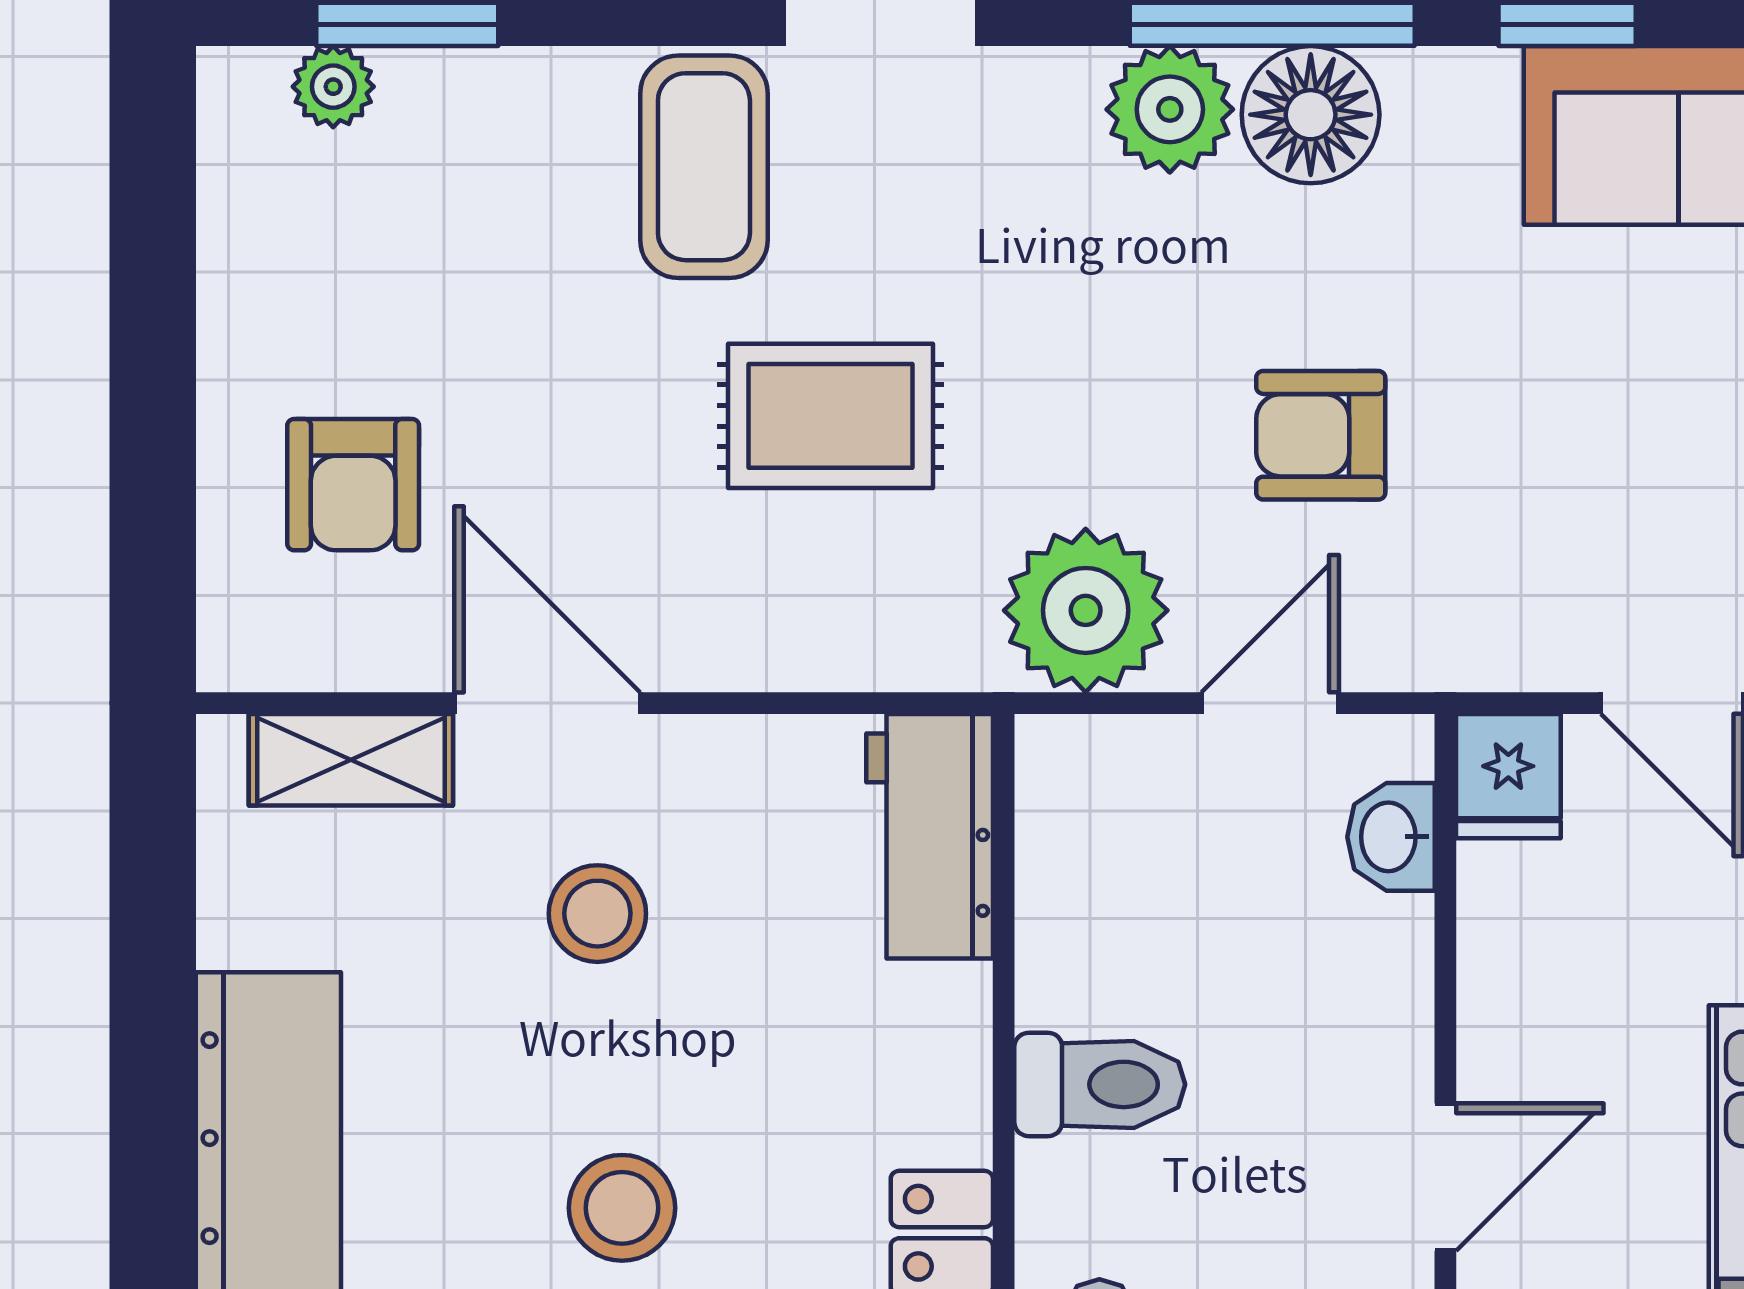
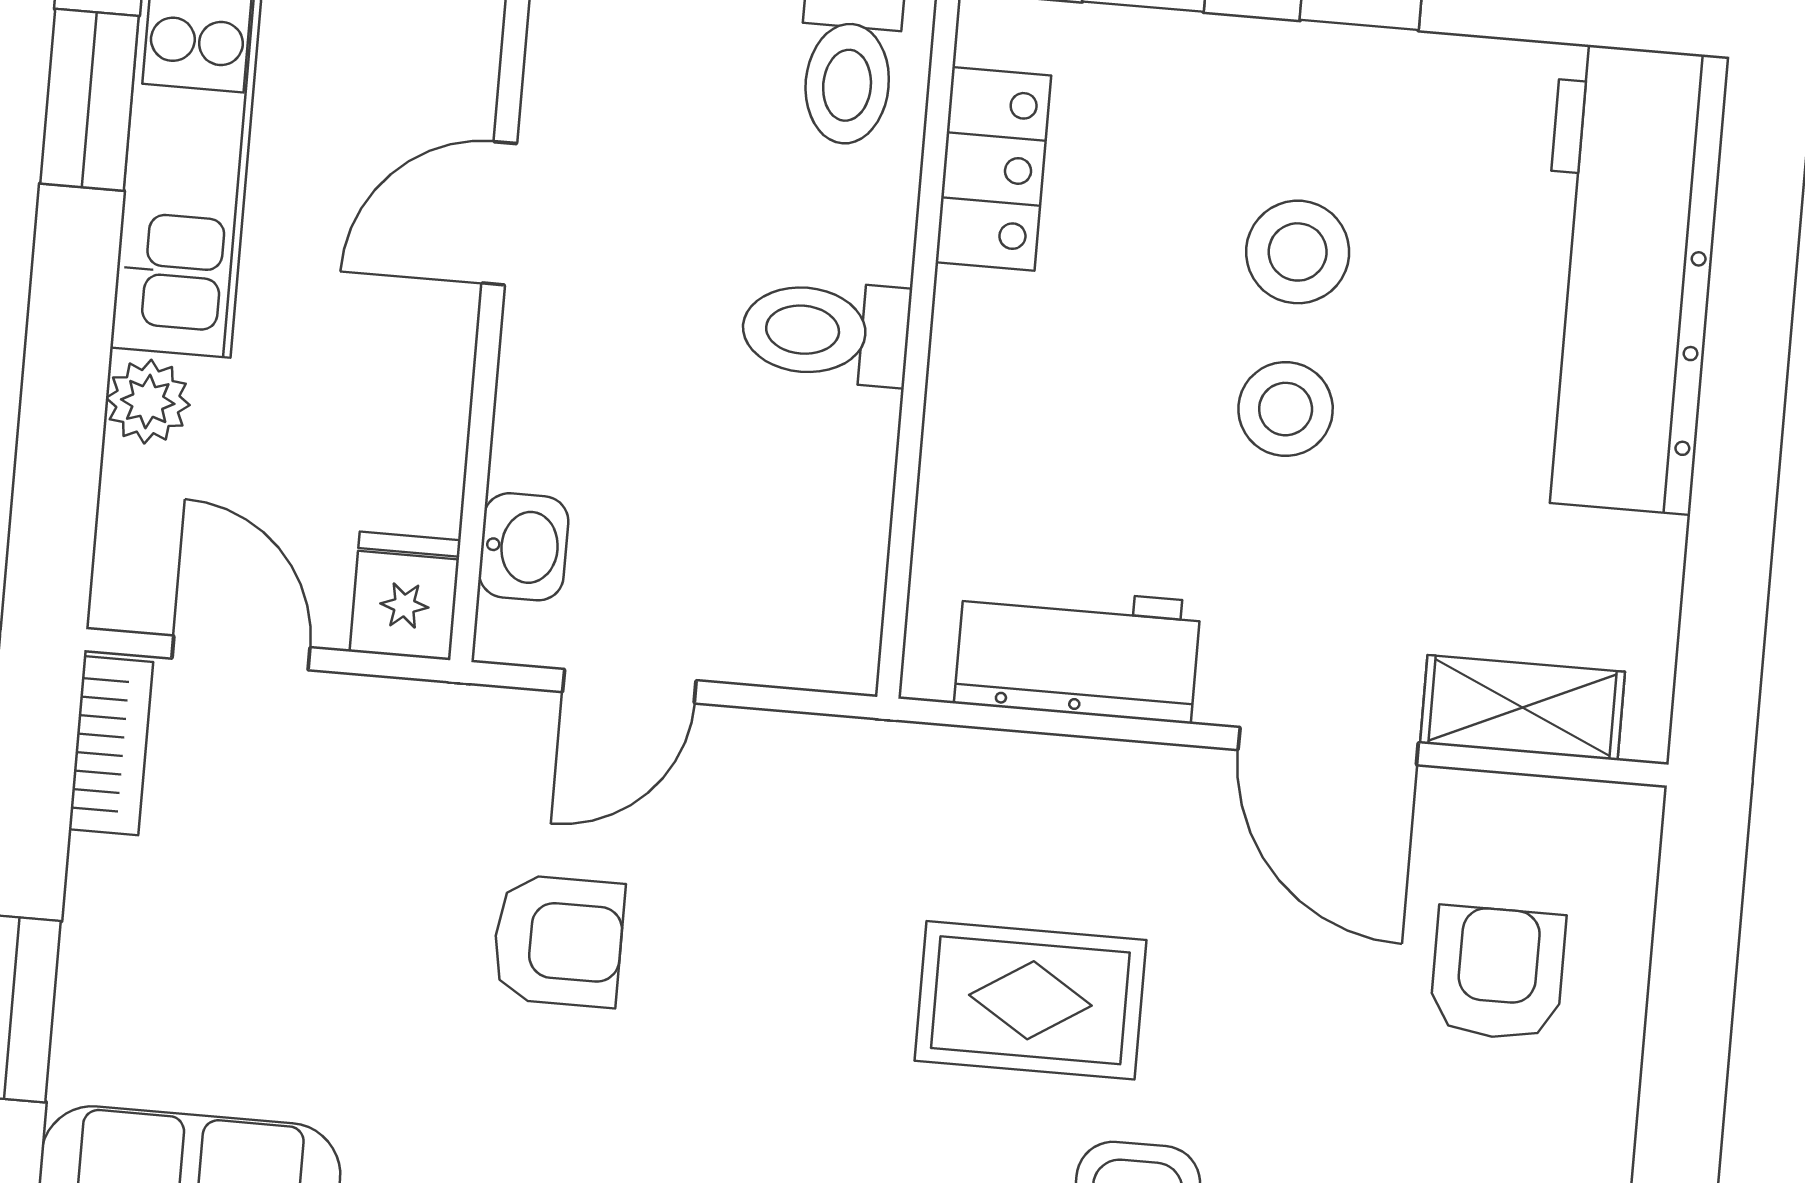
plant: (1086, 610) -> (800, 791), removed
workbench: (930, 836) -> (1077, 653), moved, turned -90
stool: (597, 914) -> (1286, 409), moved

